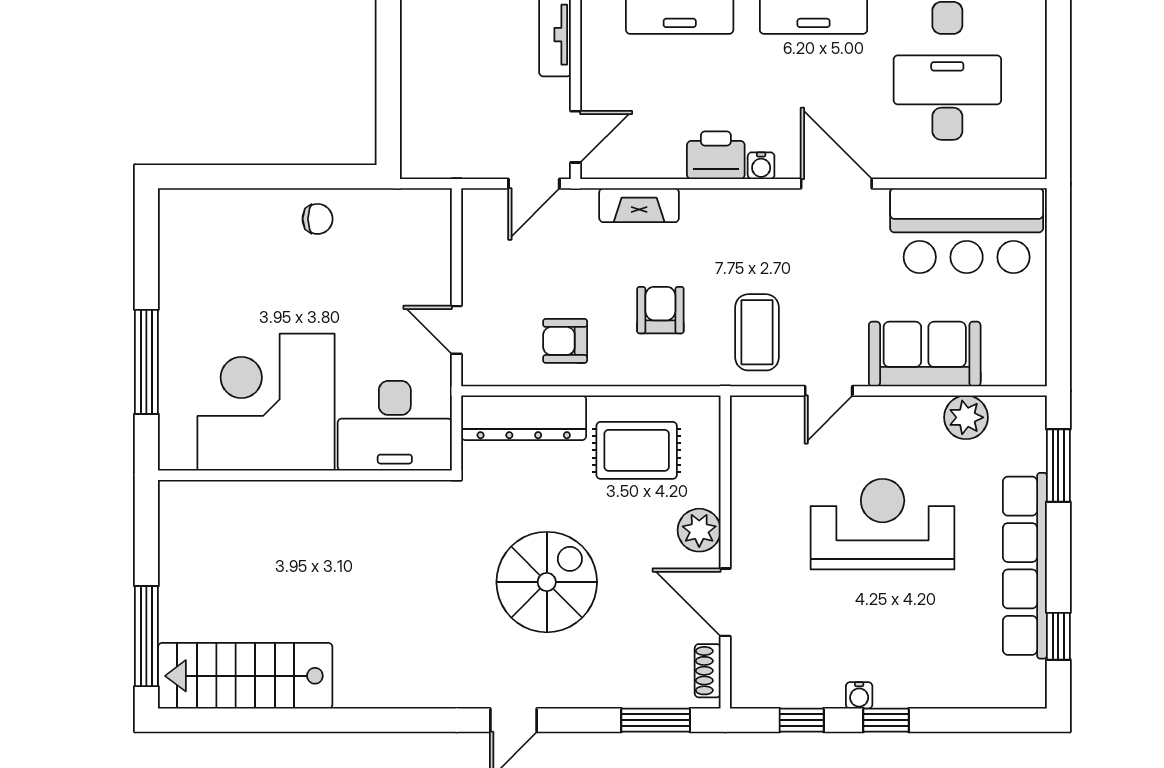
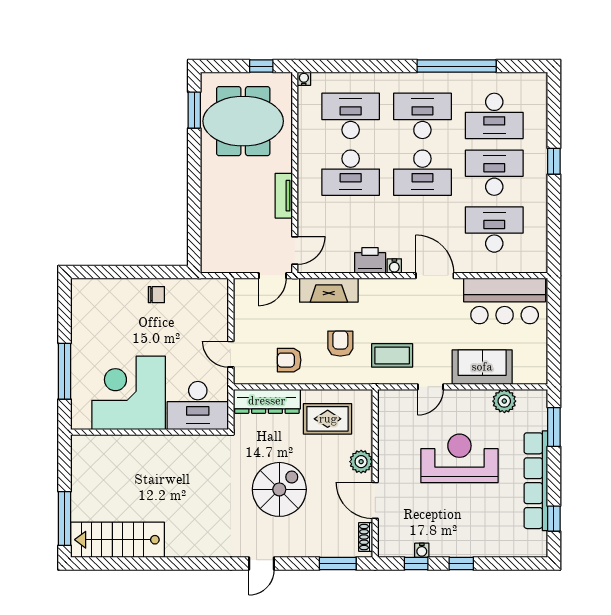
fireplace: (639, 205) -> (329, 290), width x1.37, depth x1.32
coffee table: (757, 332) -> (392, 355), turned 90
water cooler: (859, 695) -> (422, 550), moved

